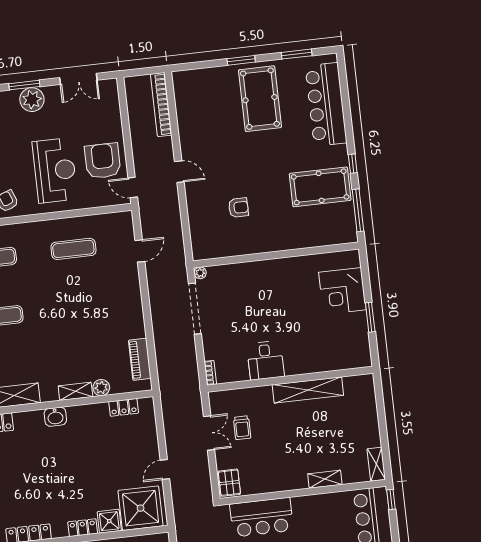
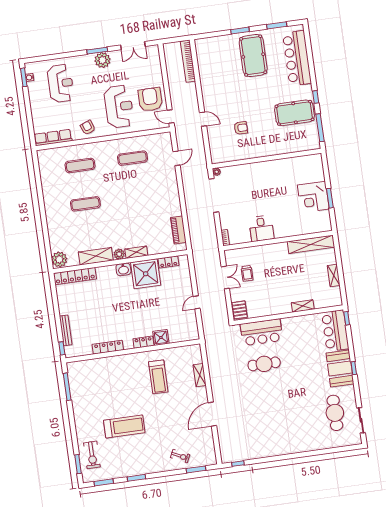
door: (179, 172) -> (203, 119), moved
corner desk: (342, 291) -> (313, 197), moved
plant: (101, 388) -> (119, 254), moved
shelving: (308, 390) -> (311, 244), moved
shelving: (376, 464) -> (334, 276), moved
shower: (141, 508) -> (146, 274), moved

